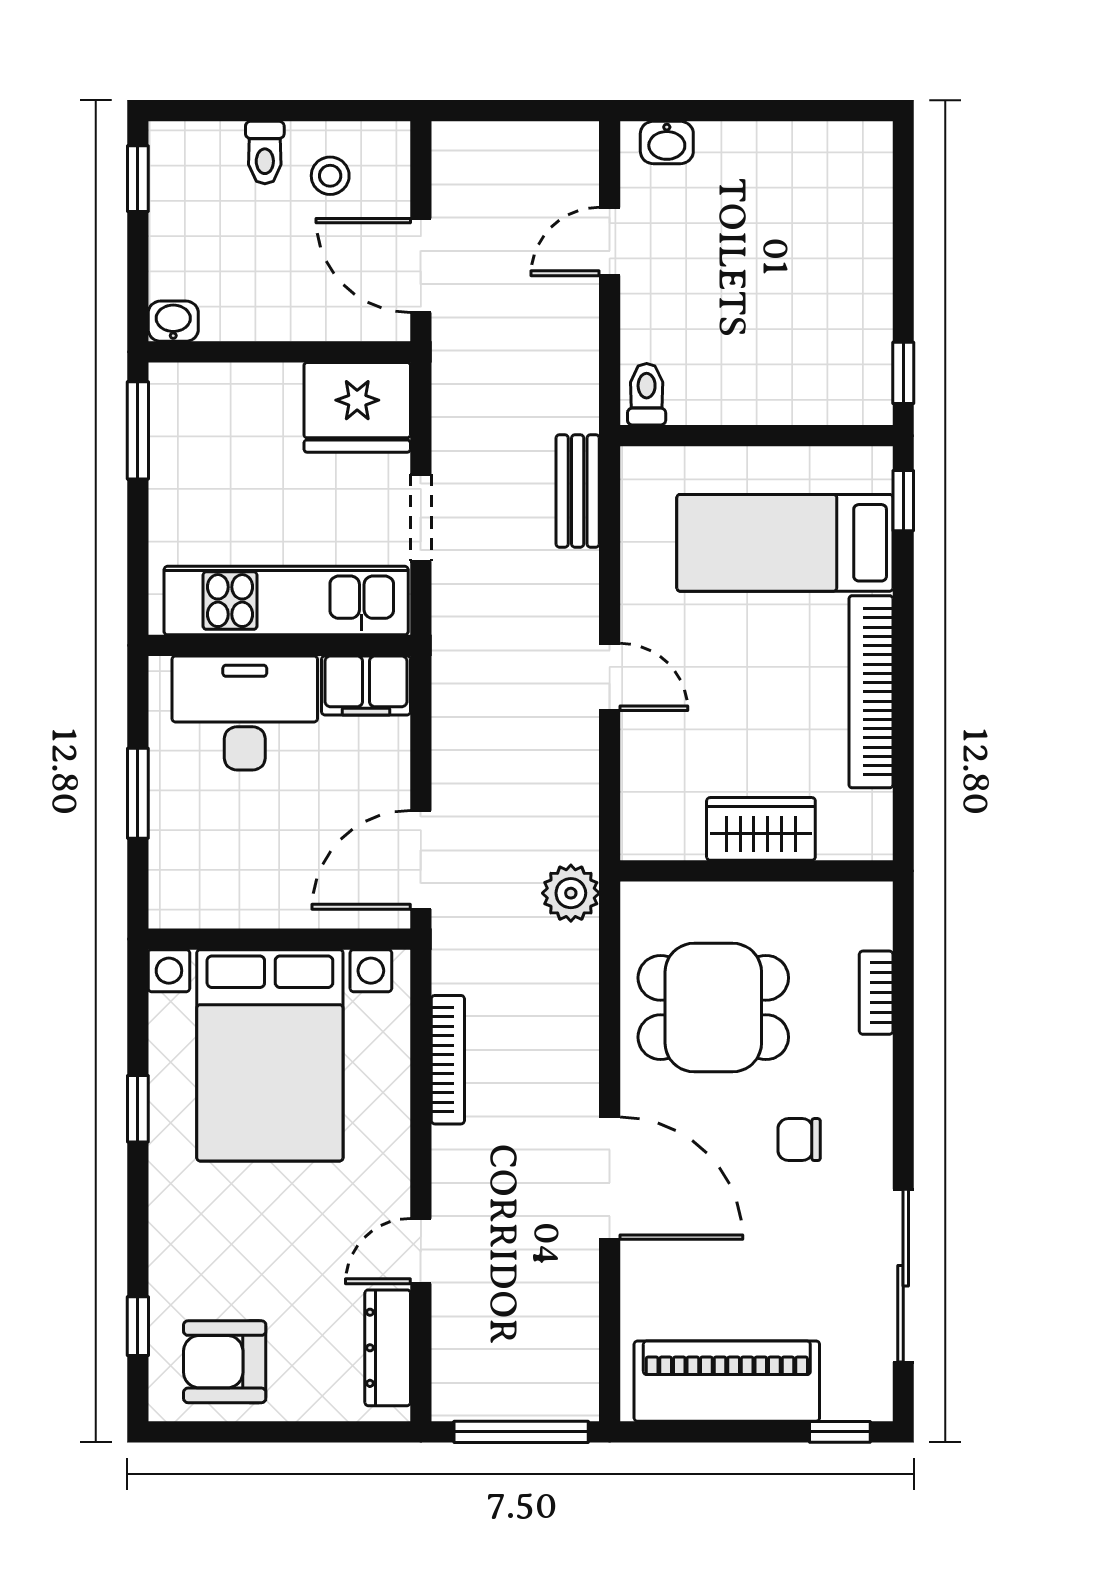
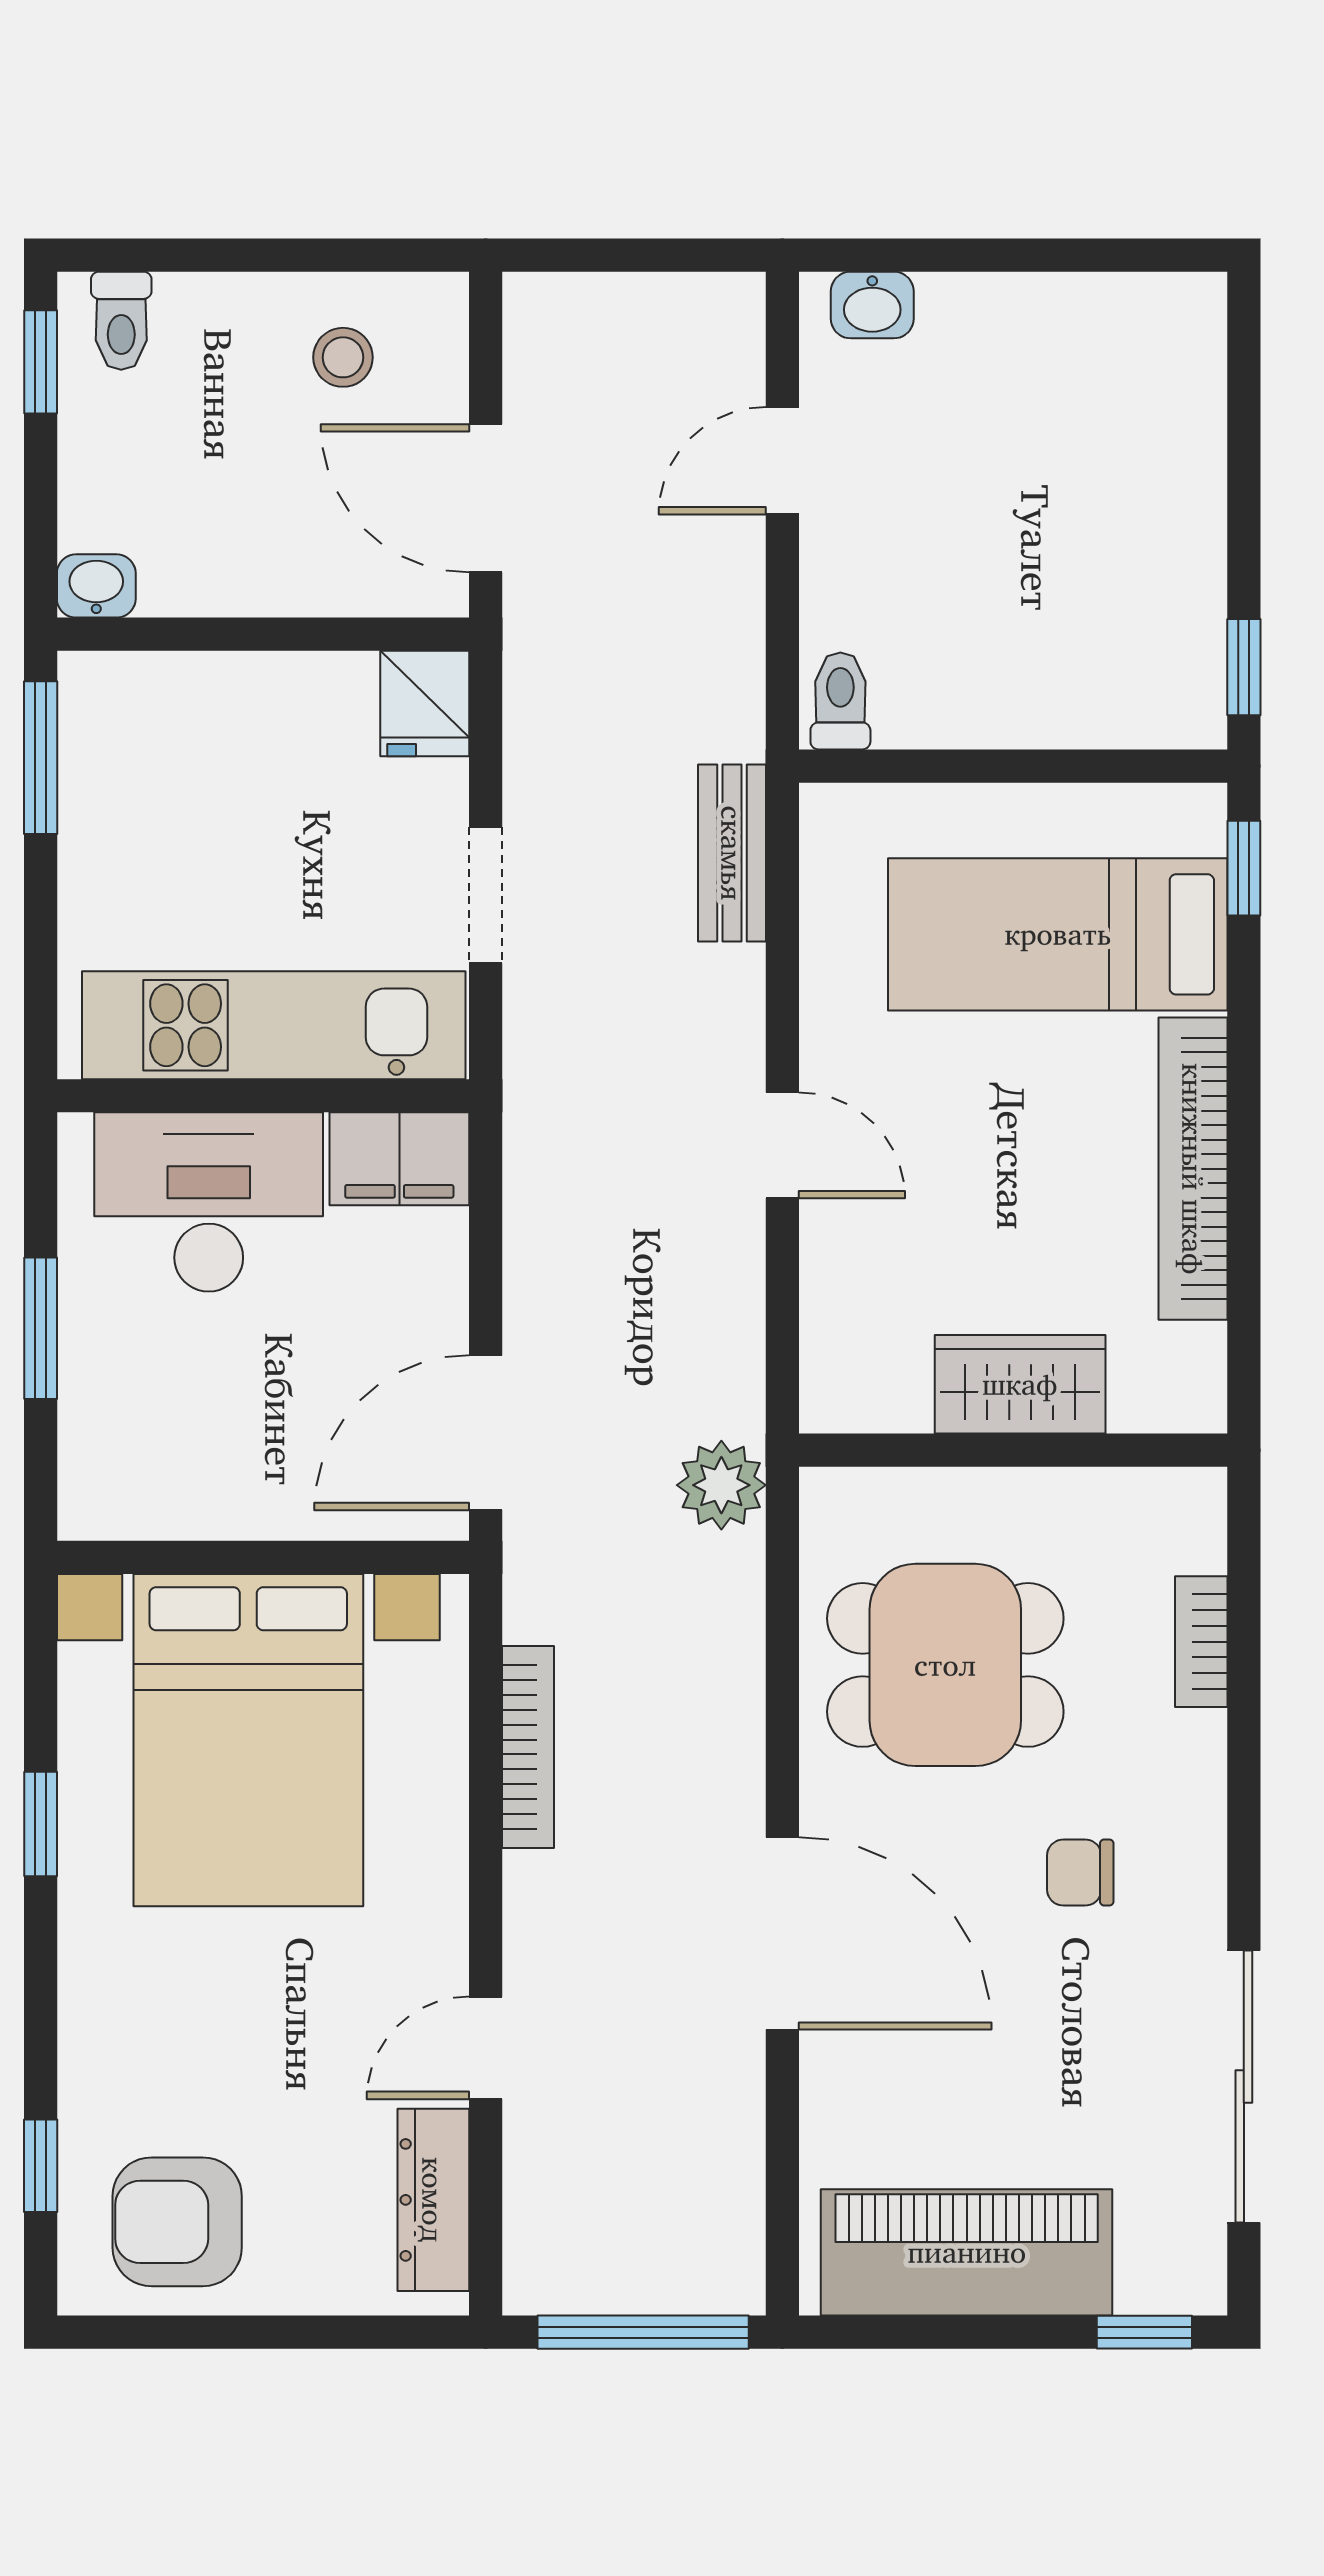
toilet: (265, 152) -> (121, 321), moved
fridge: (357, 407) -> (425, 704), width x0.53, depth x0.75

